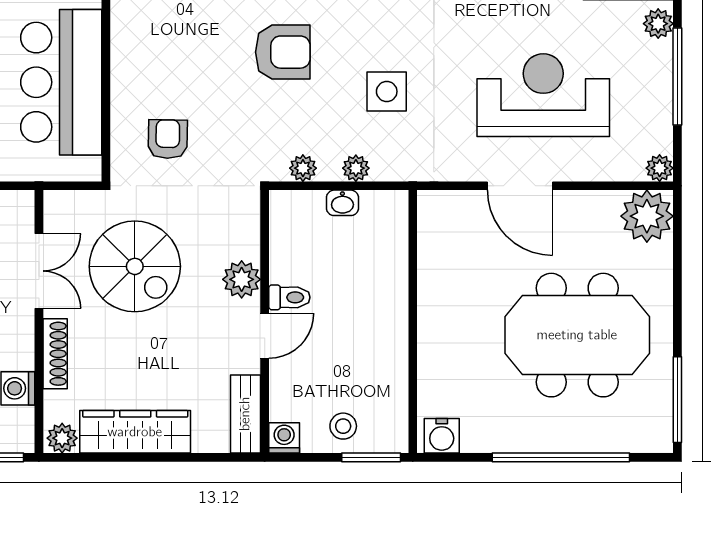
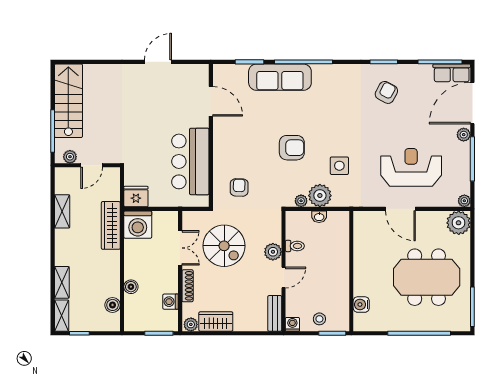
plant: (356, 168) -> (320, 196), width x1.88, depth x1.88
toilet: (289, 297) -> (295, 246), moved
wardrobe: (135, 432) -> (216, 321), width x0.67
water cooler: (442, 436) -> (361, 305), moved, turned 90

